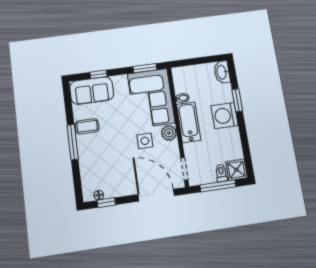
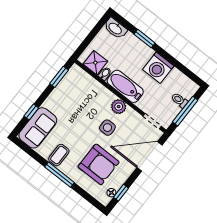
corner sofa: (151, 98) -> (84, 94), removed
washing machine: (225, 116) -> (158, 68), moved
armchair: (110, 163) -> (99, 164), added
shower: (236, 170) -> (95, 63), moved

